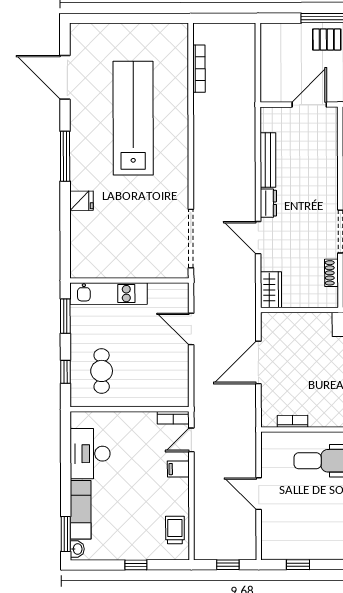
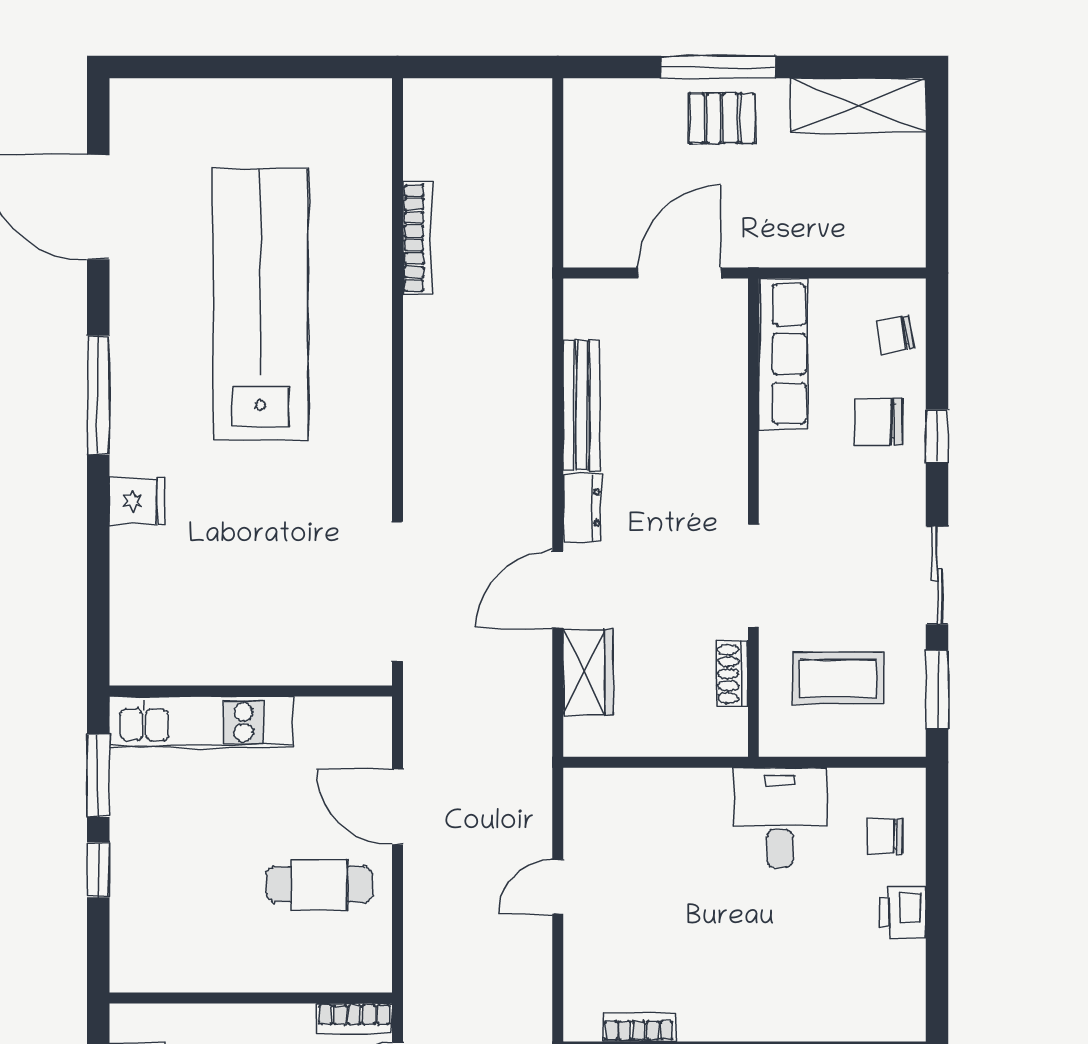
bookcase: (199, 69) -> (417, 238), moved
door: (258, 238) -> (558, 590), hinge flipped
wardrobe: (271, 290) -> (588, 672), moved
door: (258, 362) -> (558, 887), width x0.53
cafe table: (102, 371) -> (319, 884), moved, turned 90
window: (65, 372) -> (98, 870), moved

